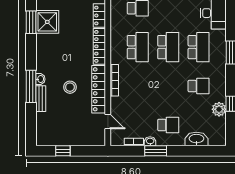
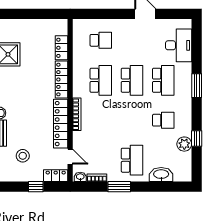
stool: (70, 87) -> (23, 156), moved
school desk: (168, 125) -> (132, 160), width x1.85
locker: (94, 140) -> (56, 176), added
washbasin: (150, 141) -> (80, 177), moved
window: (63, 151) -> (36, 187), moved

